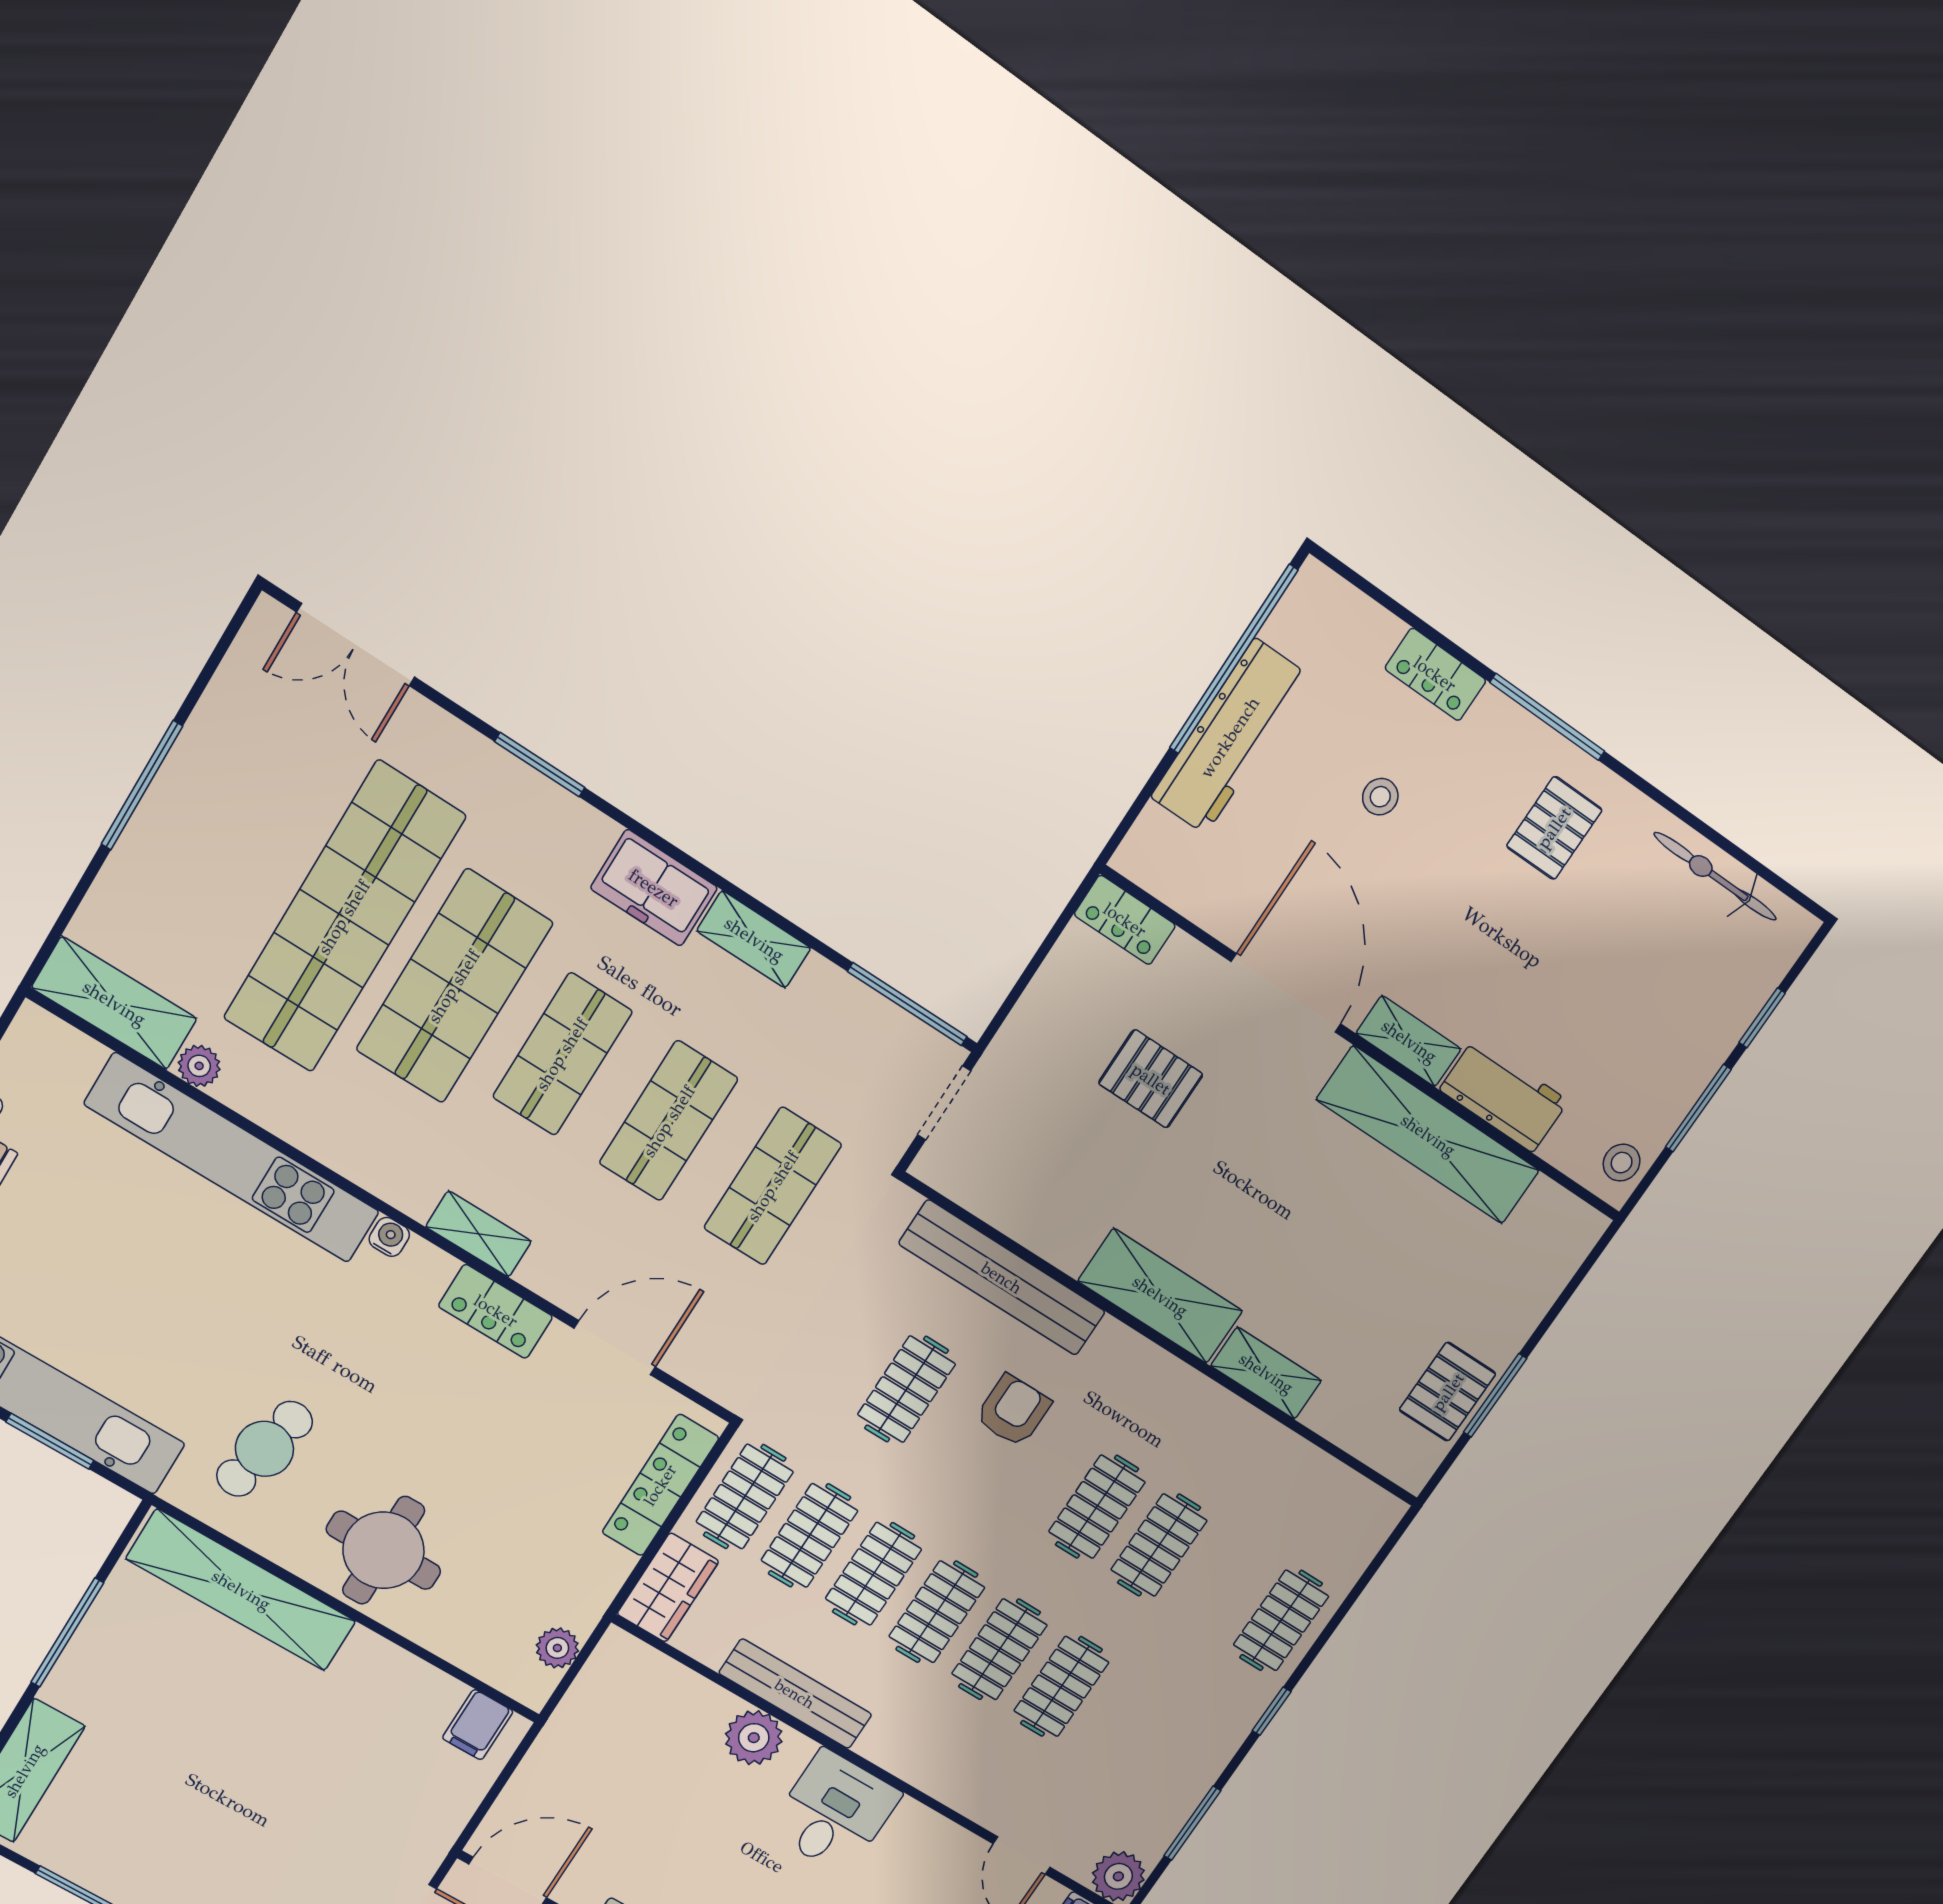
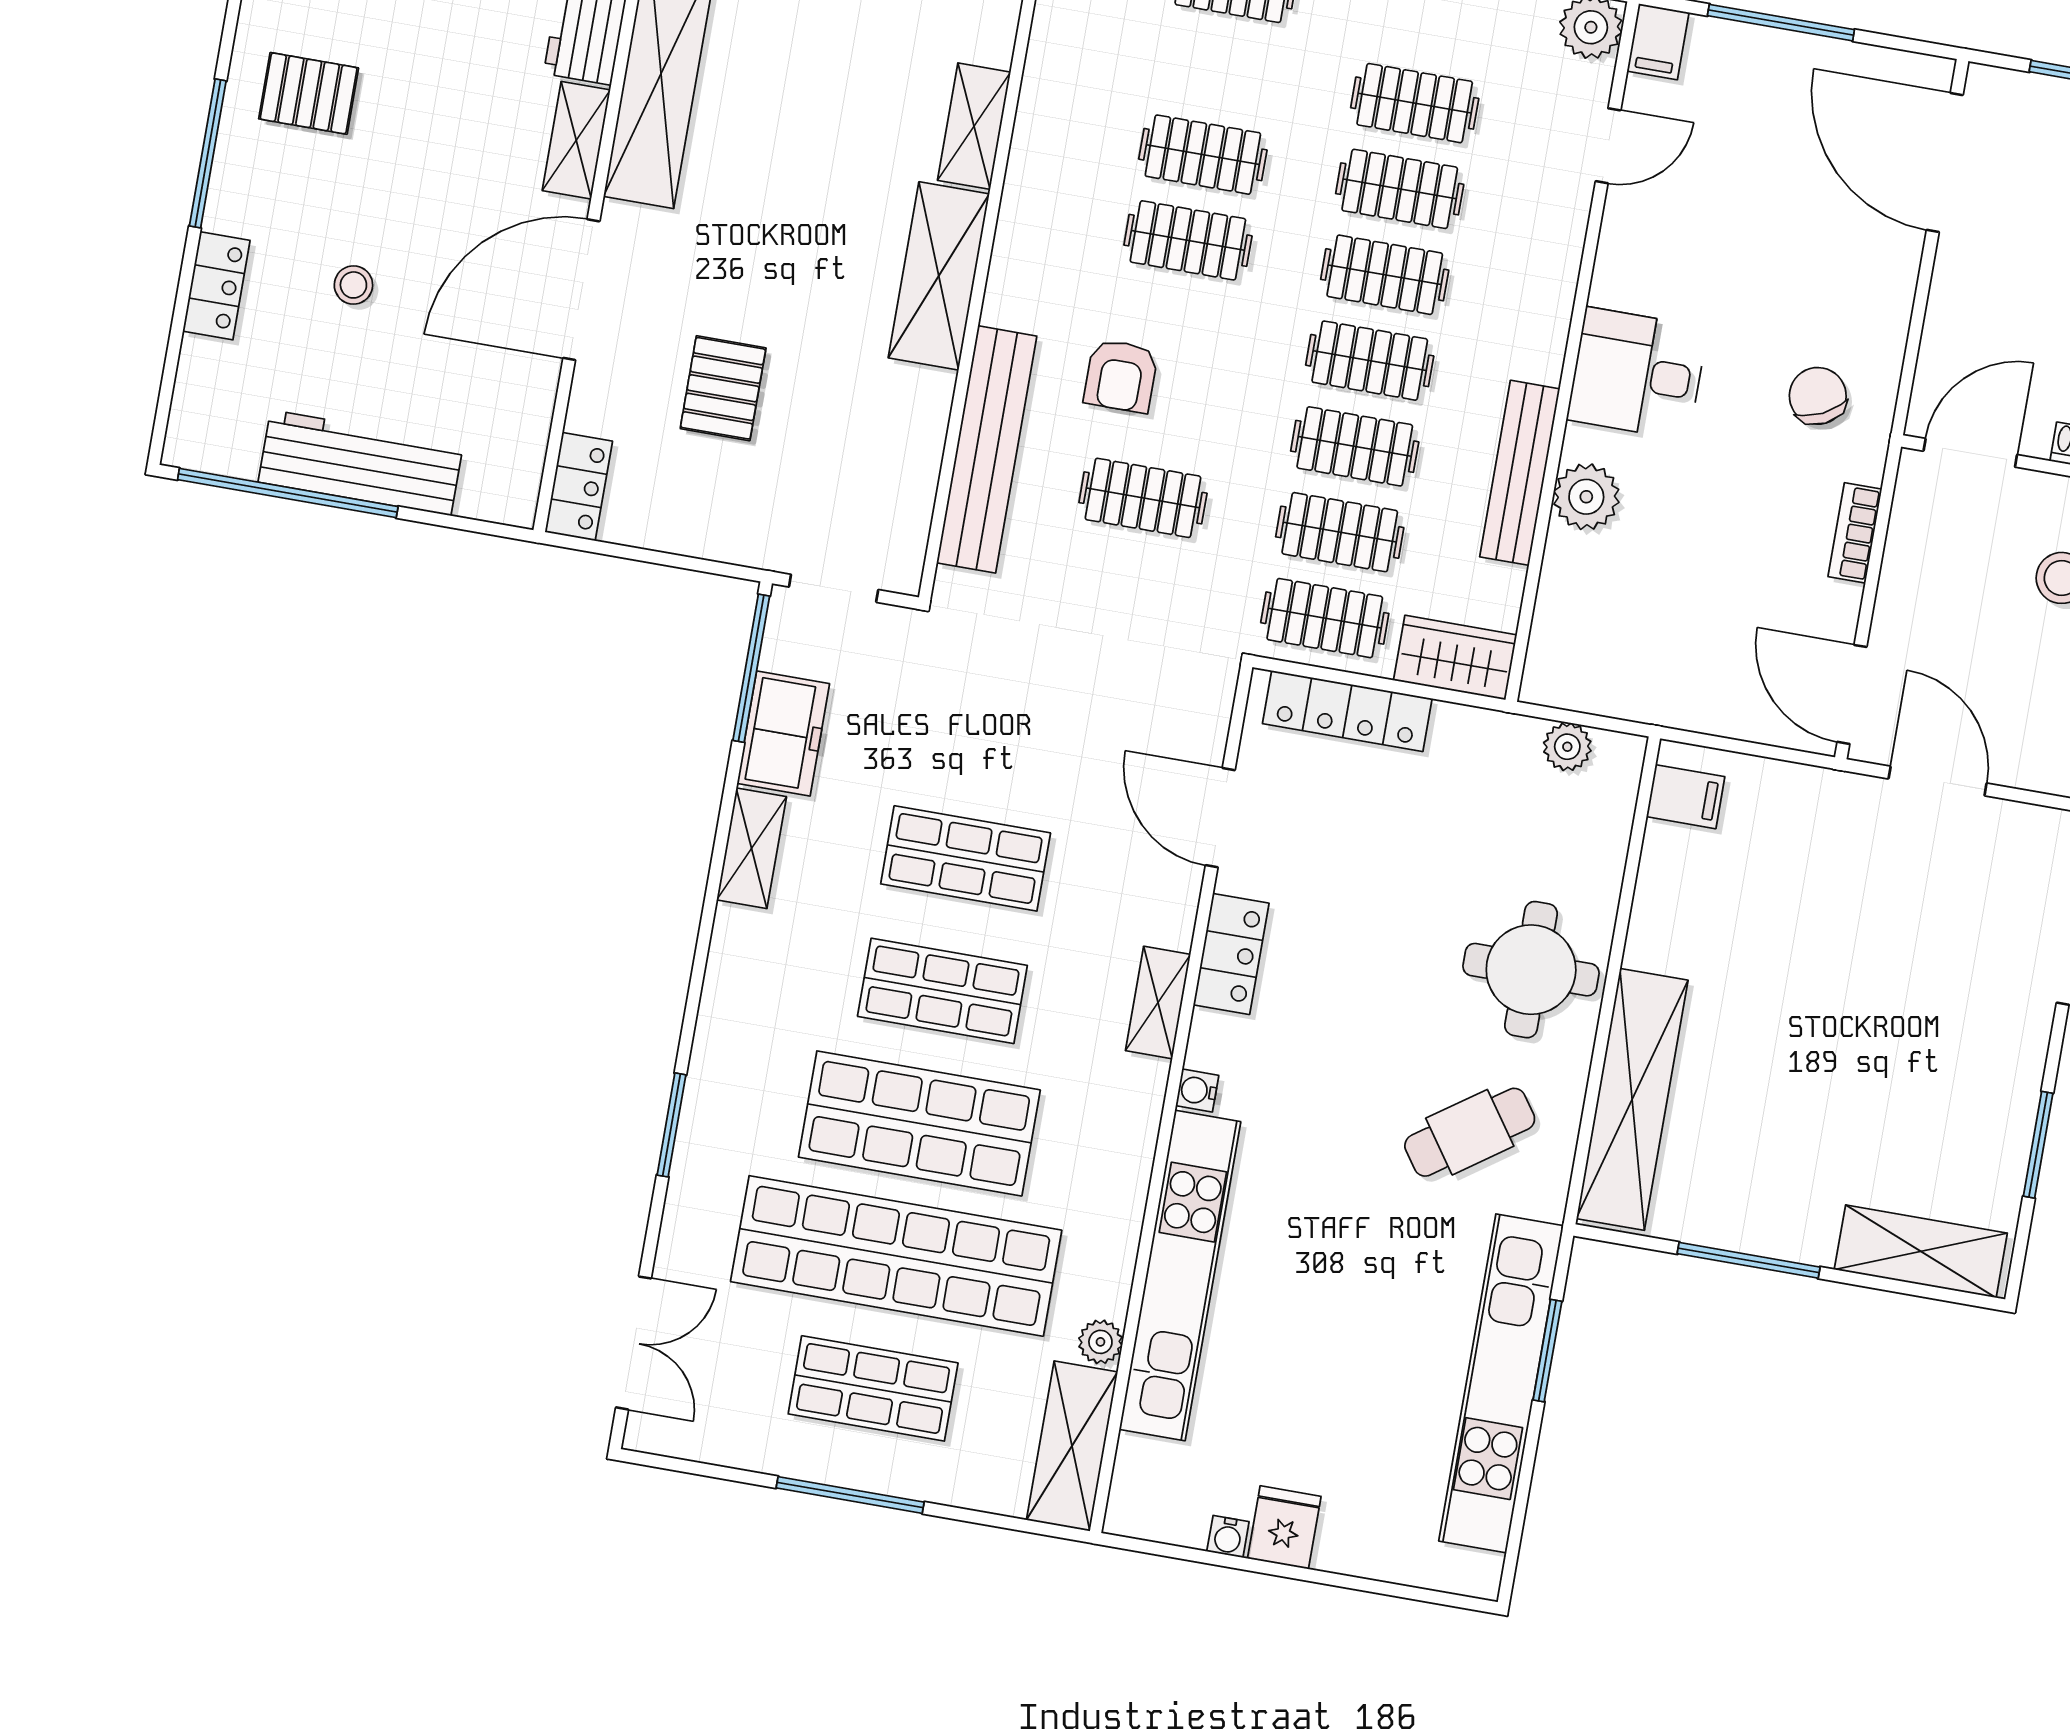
freezer: (654, 888) -> (783, 733), moved
shop shelf: (773, 1186) -> (873, 1388), moved
armchair: (1013, 1411) -> (1121, 376), turned -90
cafe table: (264, 1449) -> (1470, 1132), turned -47
clothes rail: (1123, 1723) -> (1415, 103), added

